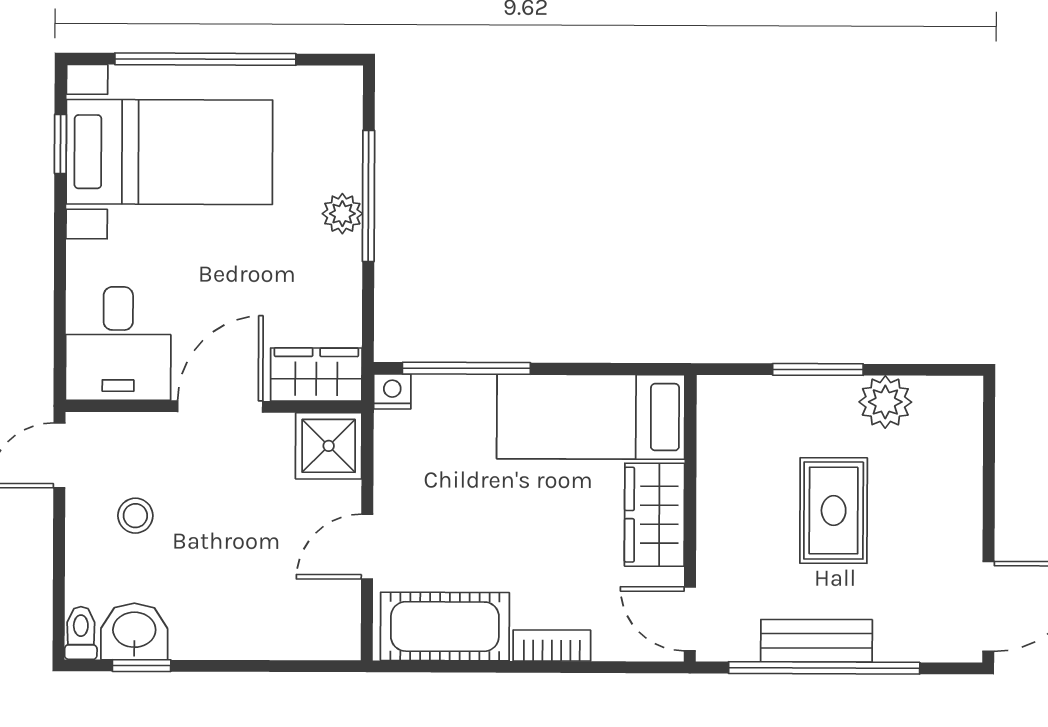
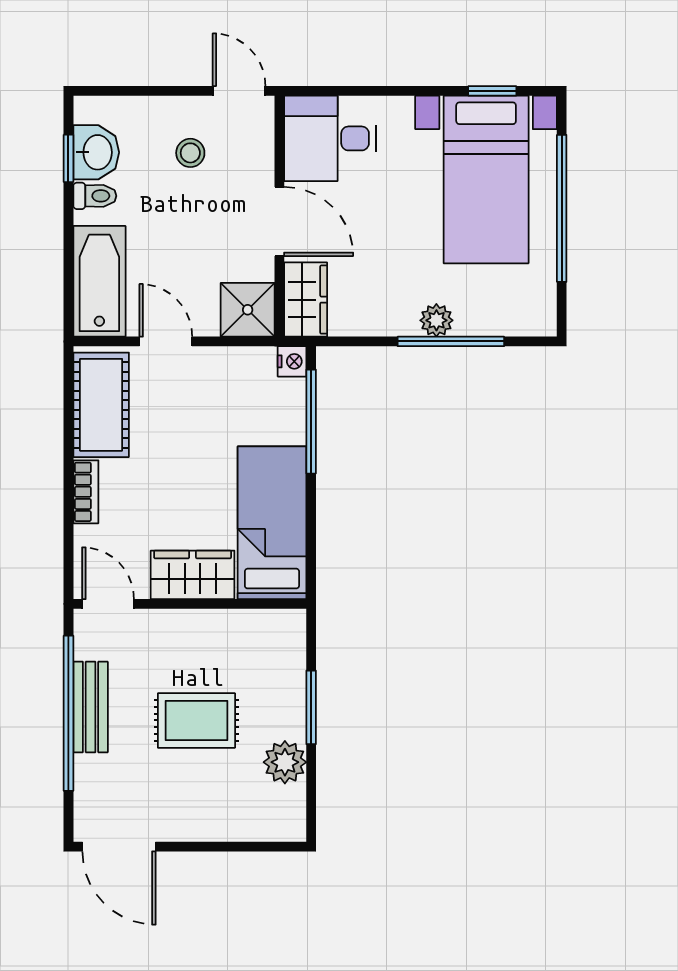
door: (690, 619) -> (108, 604), hinge flipped
bathtub: (293, 628) -> (99, 281), added
toilet: (81, 633) -> (95, 196), moved

